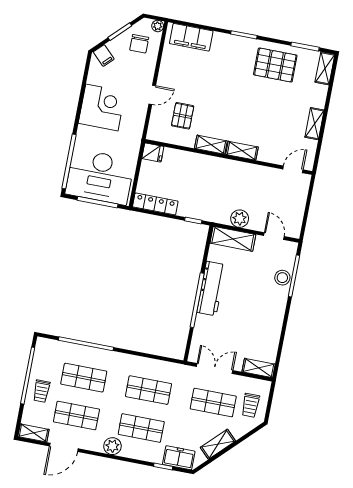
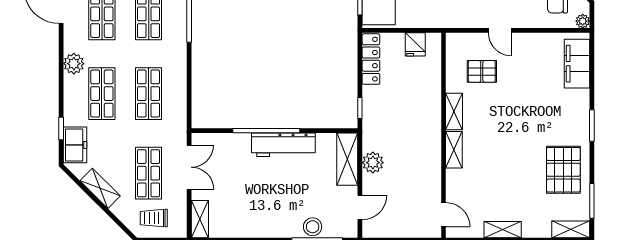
fridge: (153, 153) -> (415, 44), moved

